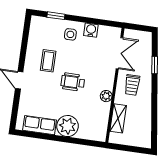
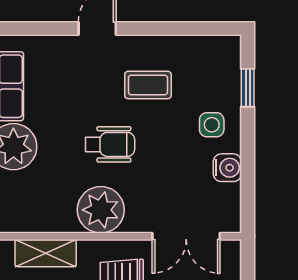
wheelchair: (73, 82) -> (110, 144), turned 90
plant: (106, 96) -> (101, 210), width x1.88, depth x1.88

